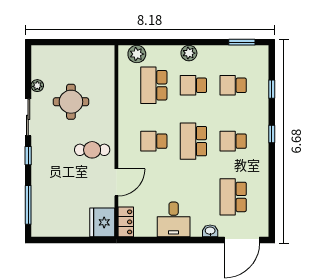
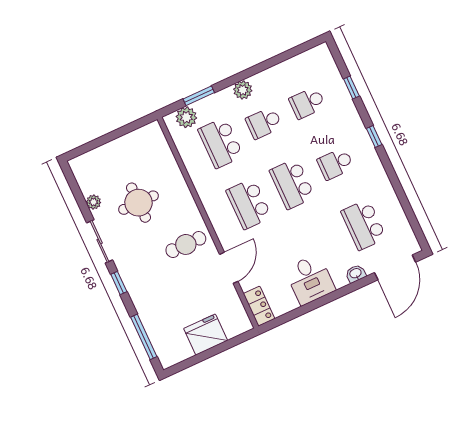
window: (242, 42) -> (199, 96), moved
school desk: (154, 141) -> (249, 204), width x1.85
fridge: (102, 222) -> (206, 335), moved, turned 90

